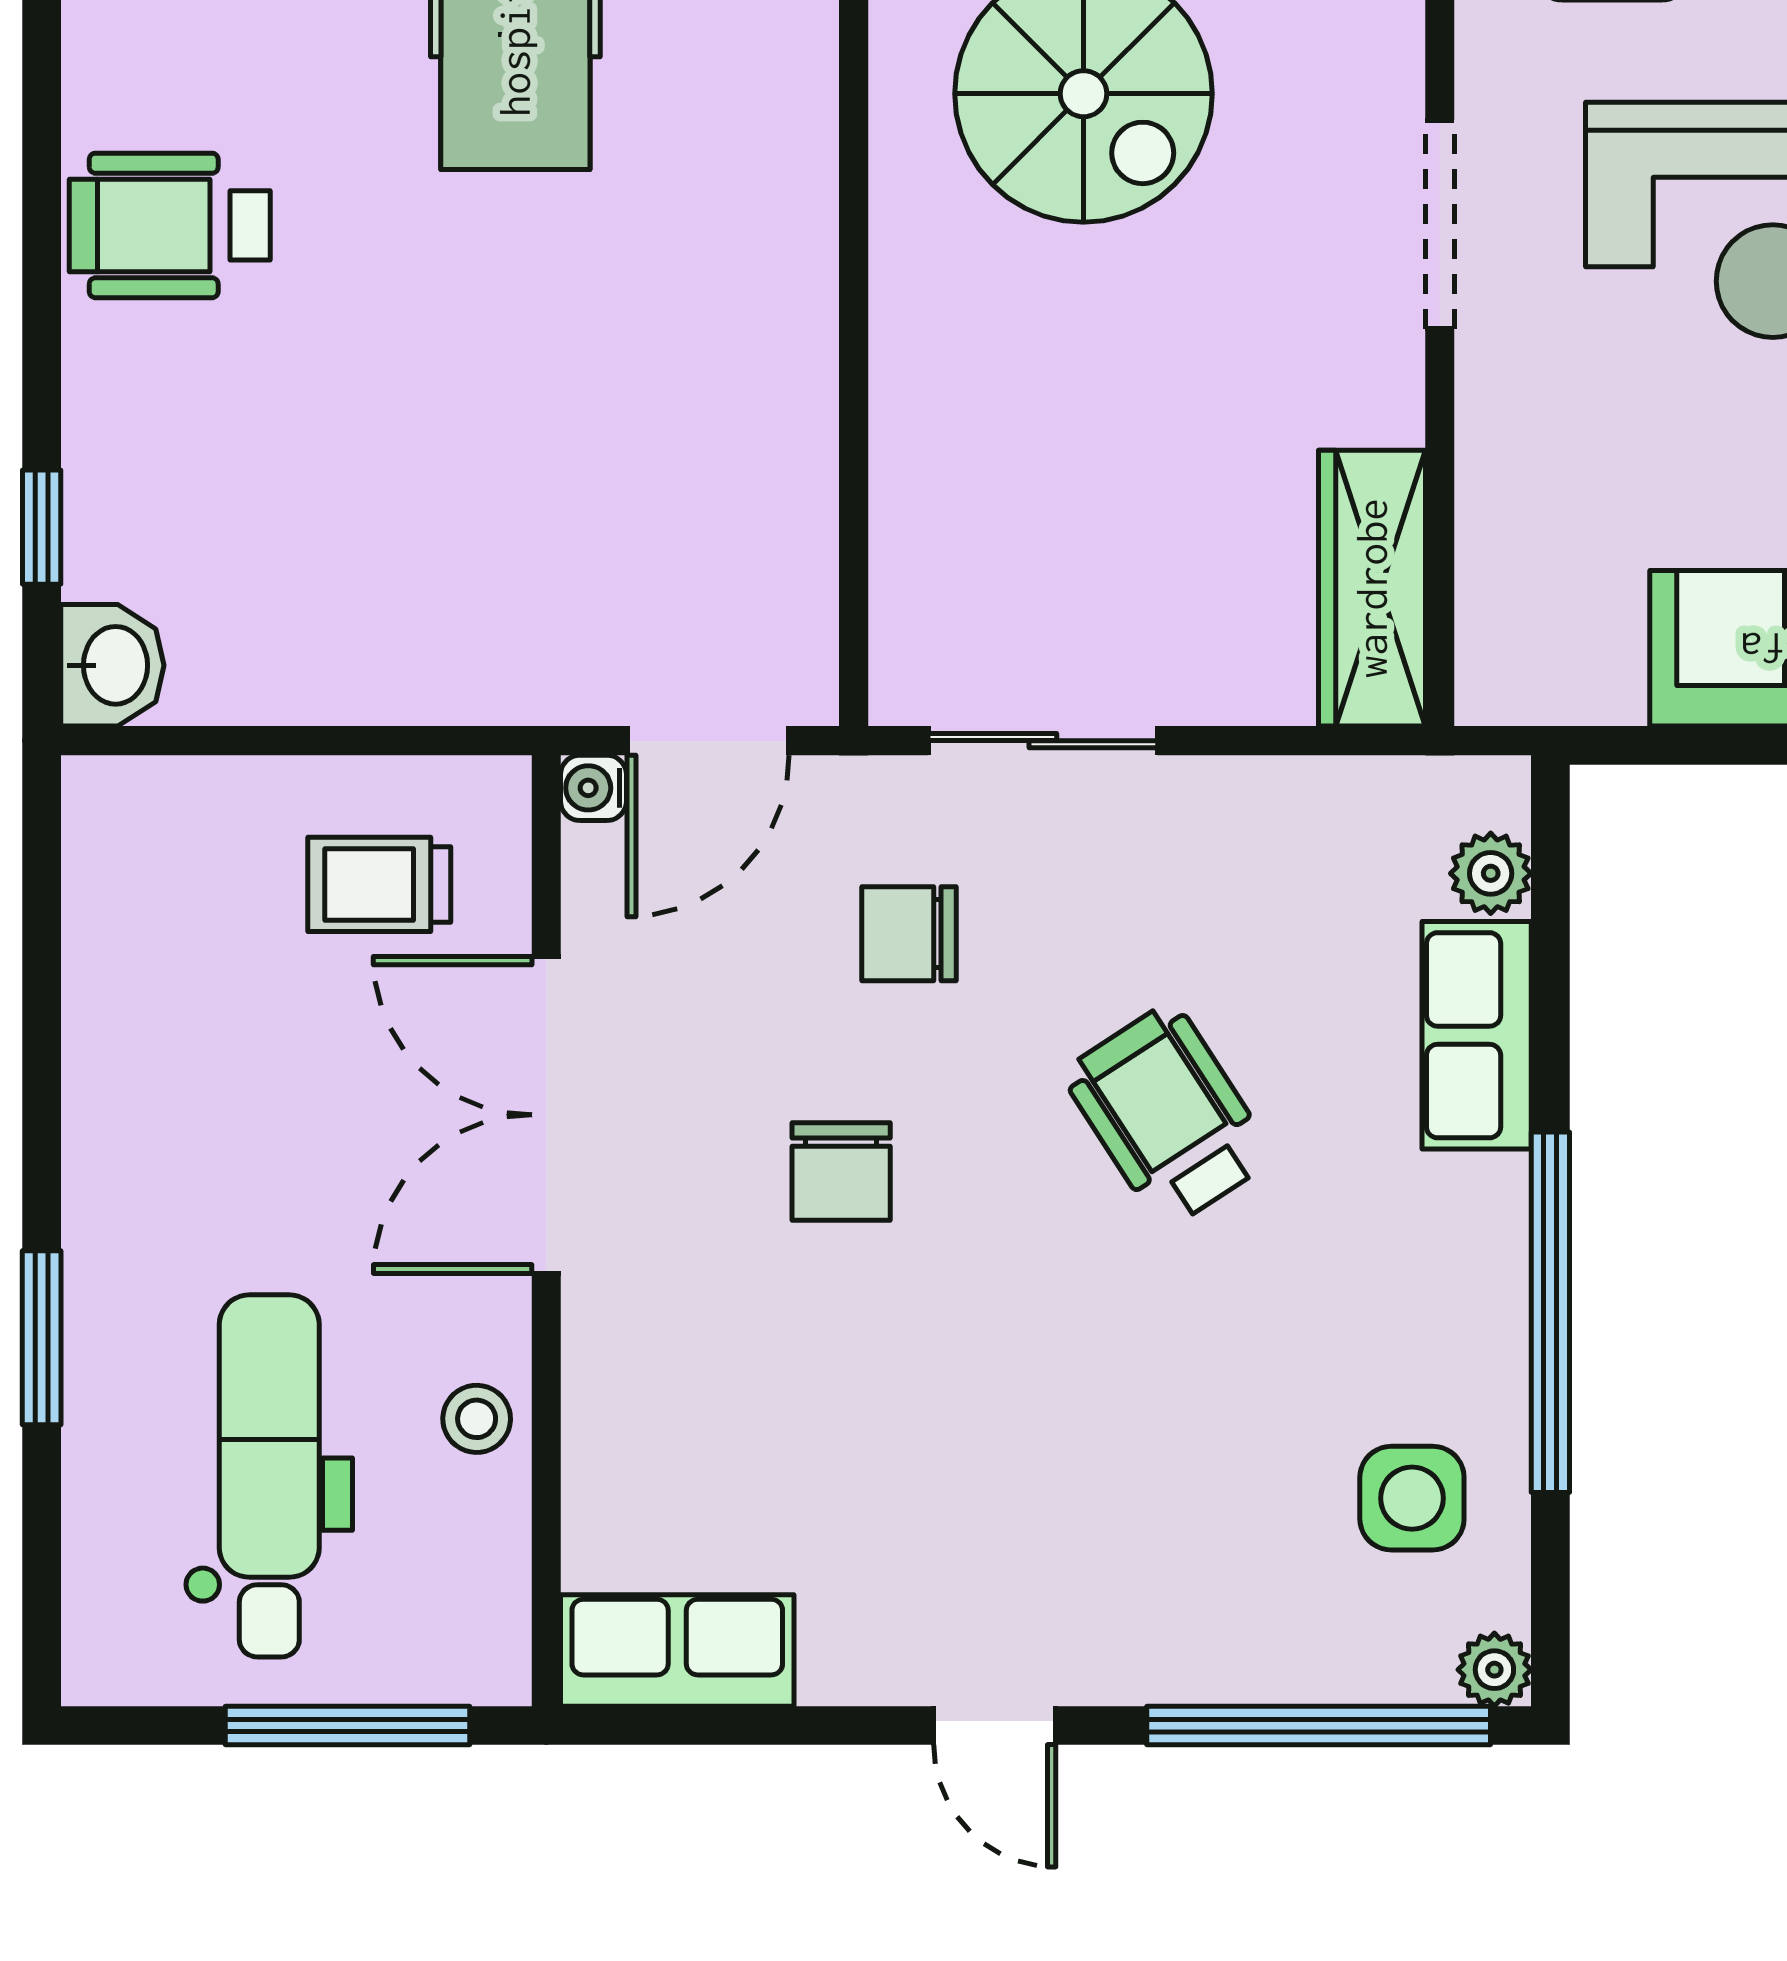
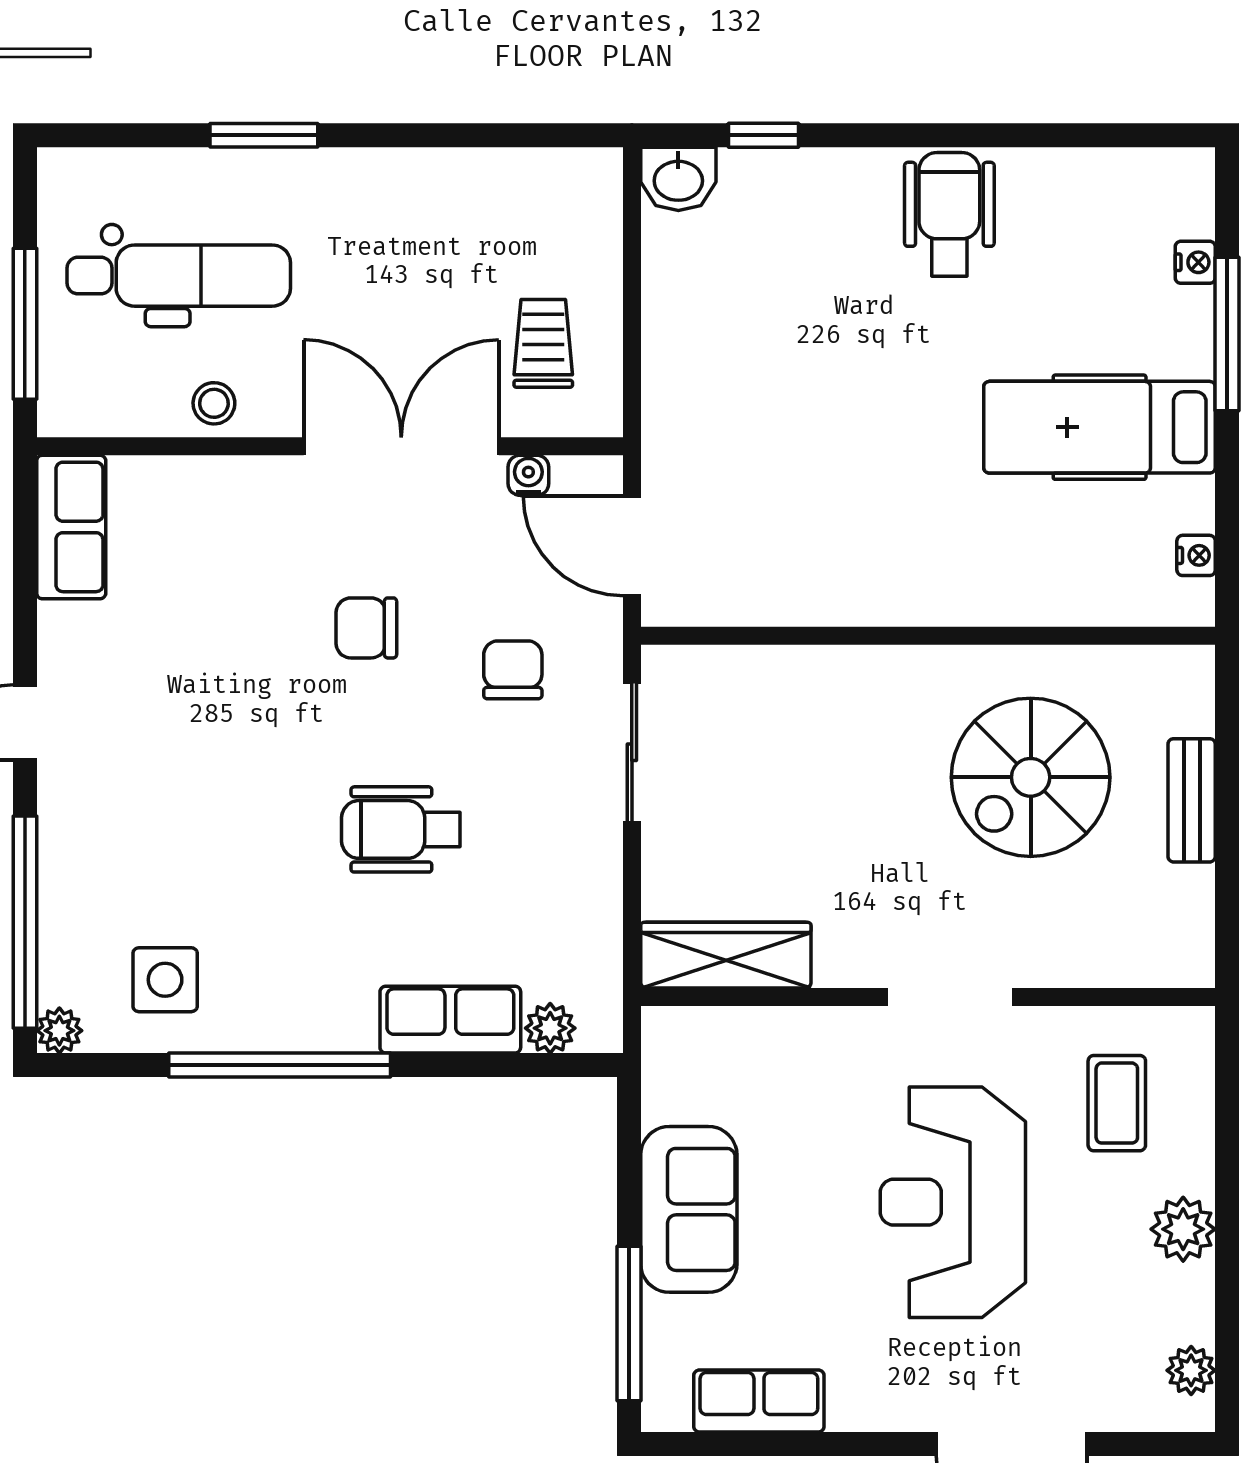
water cooler: (593, 788) -> (528, 475), moved
wheelchair: (1168, 1115) -> (401, 829), turned -147

